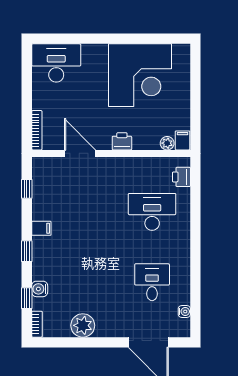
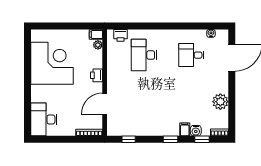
filing cabinet: (41, 228) -> (185, 129), moved

